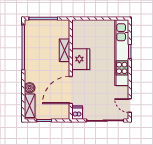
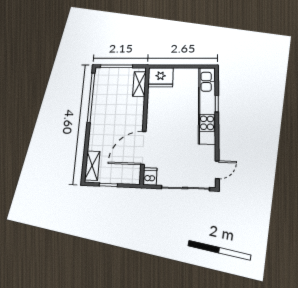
shelving: (65, 50) -> (139, 84), moved
fridge: (81, 59) -> (160, 77), moved, turned 90
boiler: (30, 88) -> (94, 144), removed
door: (130, 106) -> (217, 170), swing flipped

